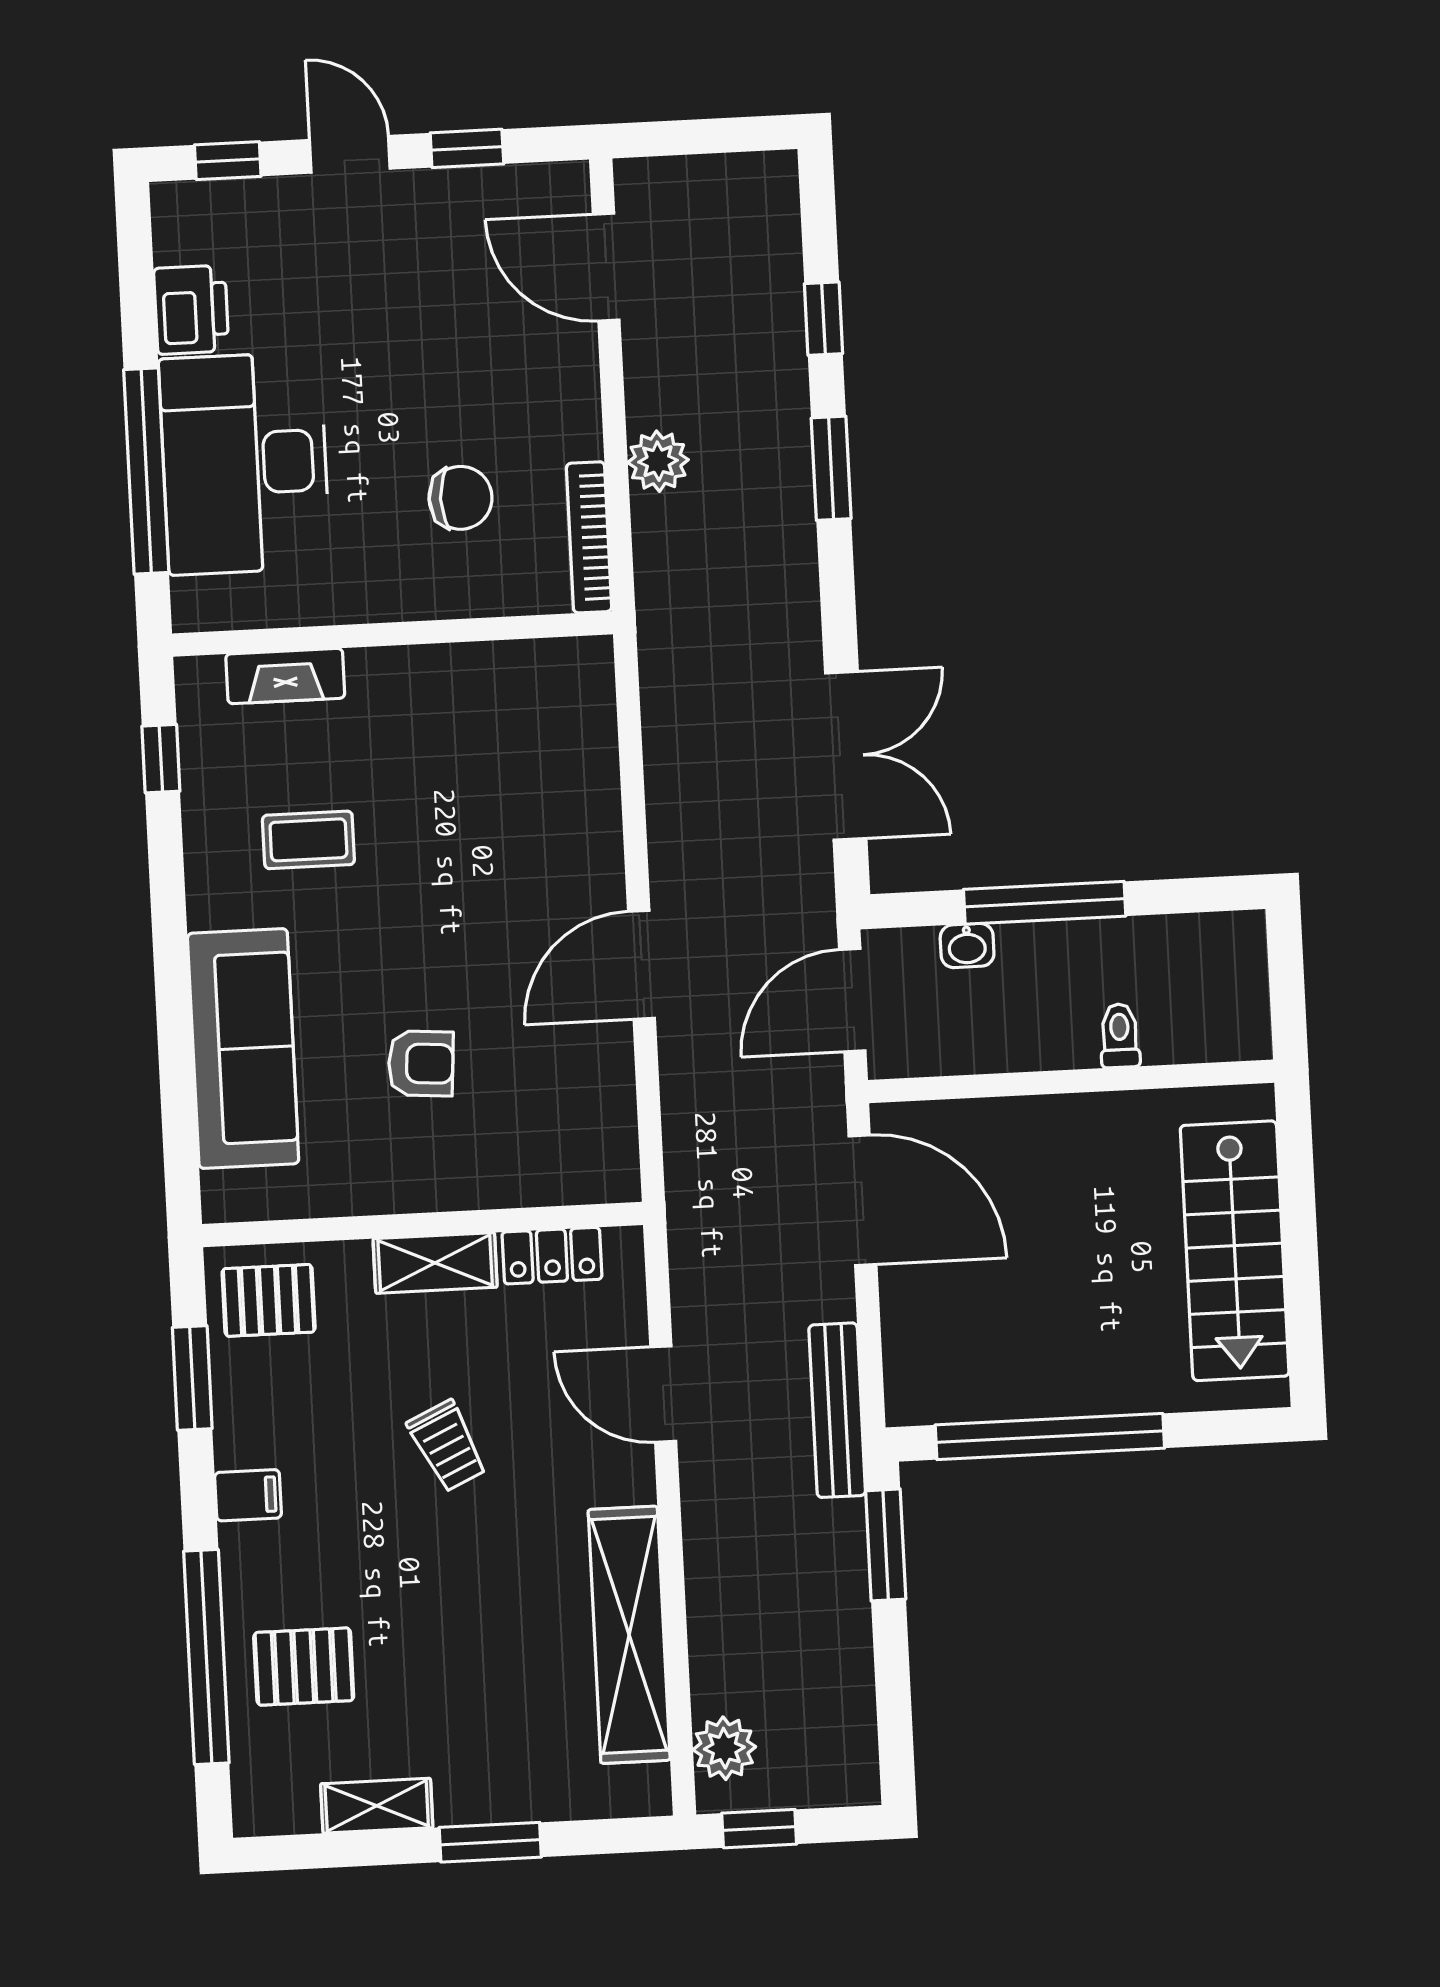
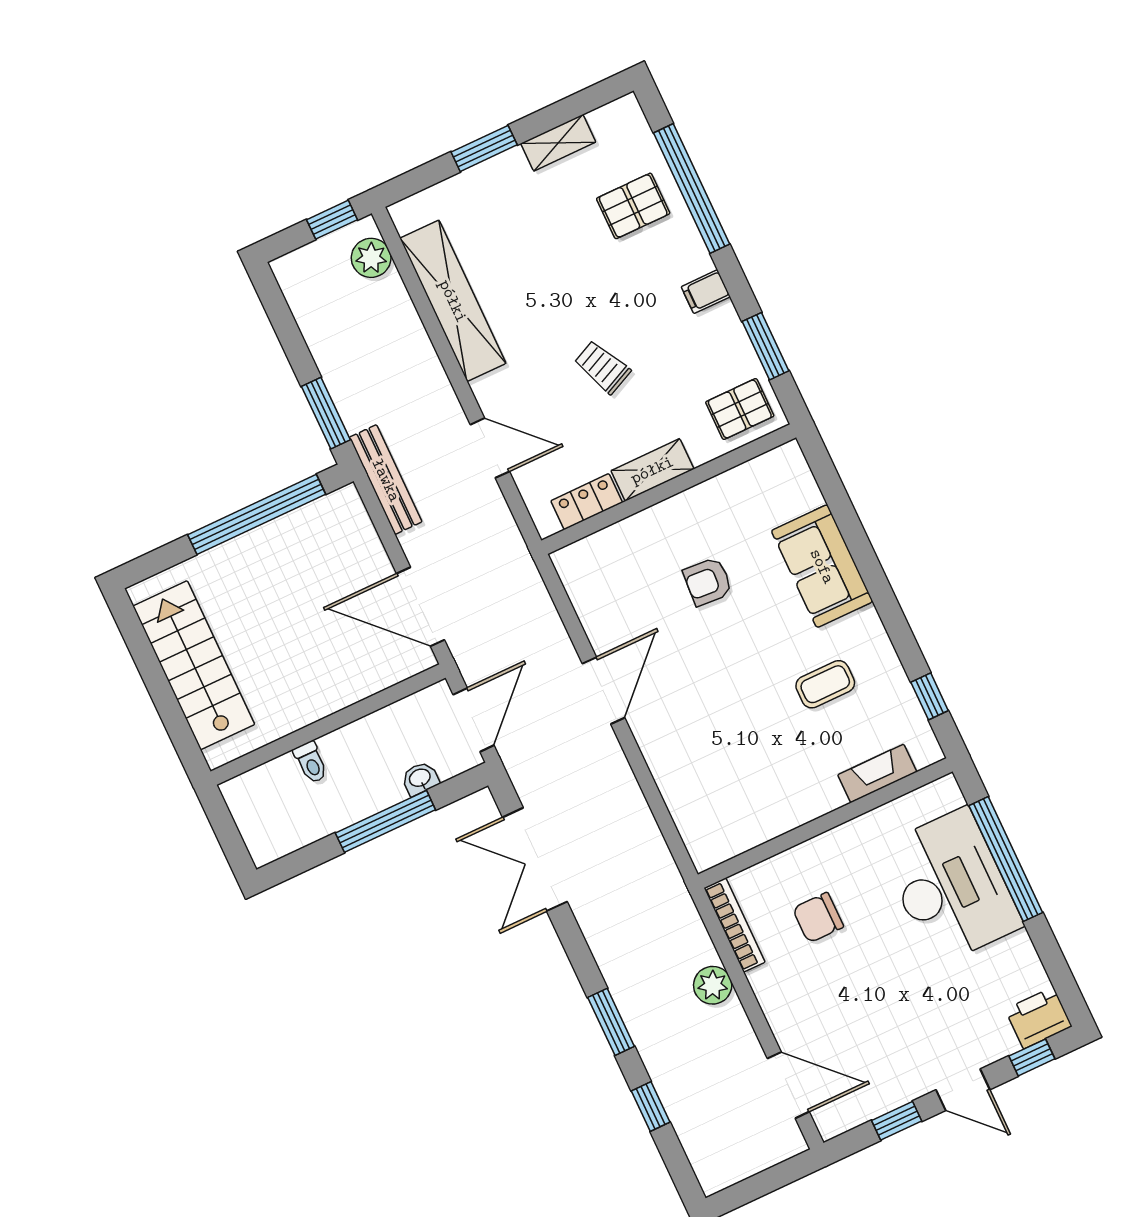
printer: (191, 310) -> (1038, 1018), moved, turned 90
sofa: (243, 1048) -> (822, 566), width x0.73

